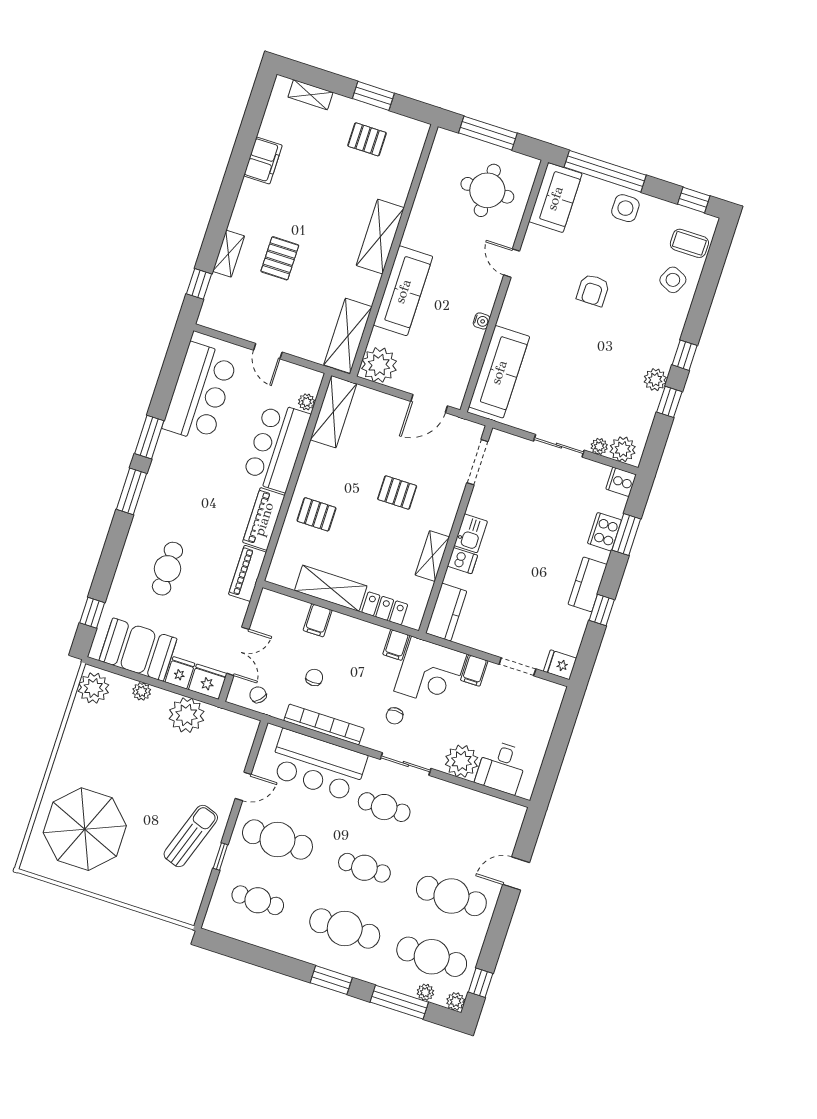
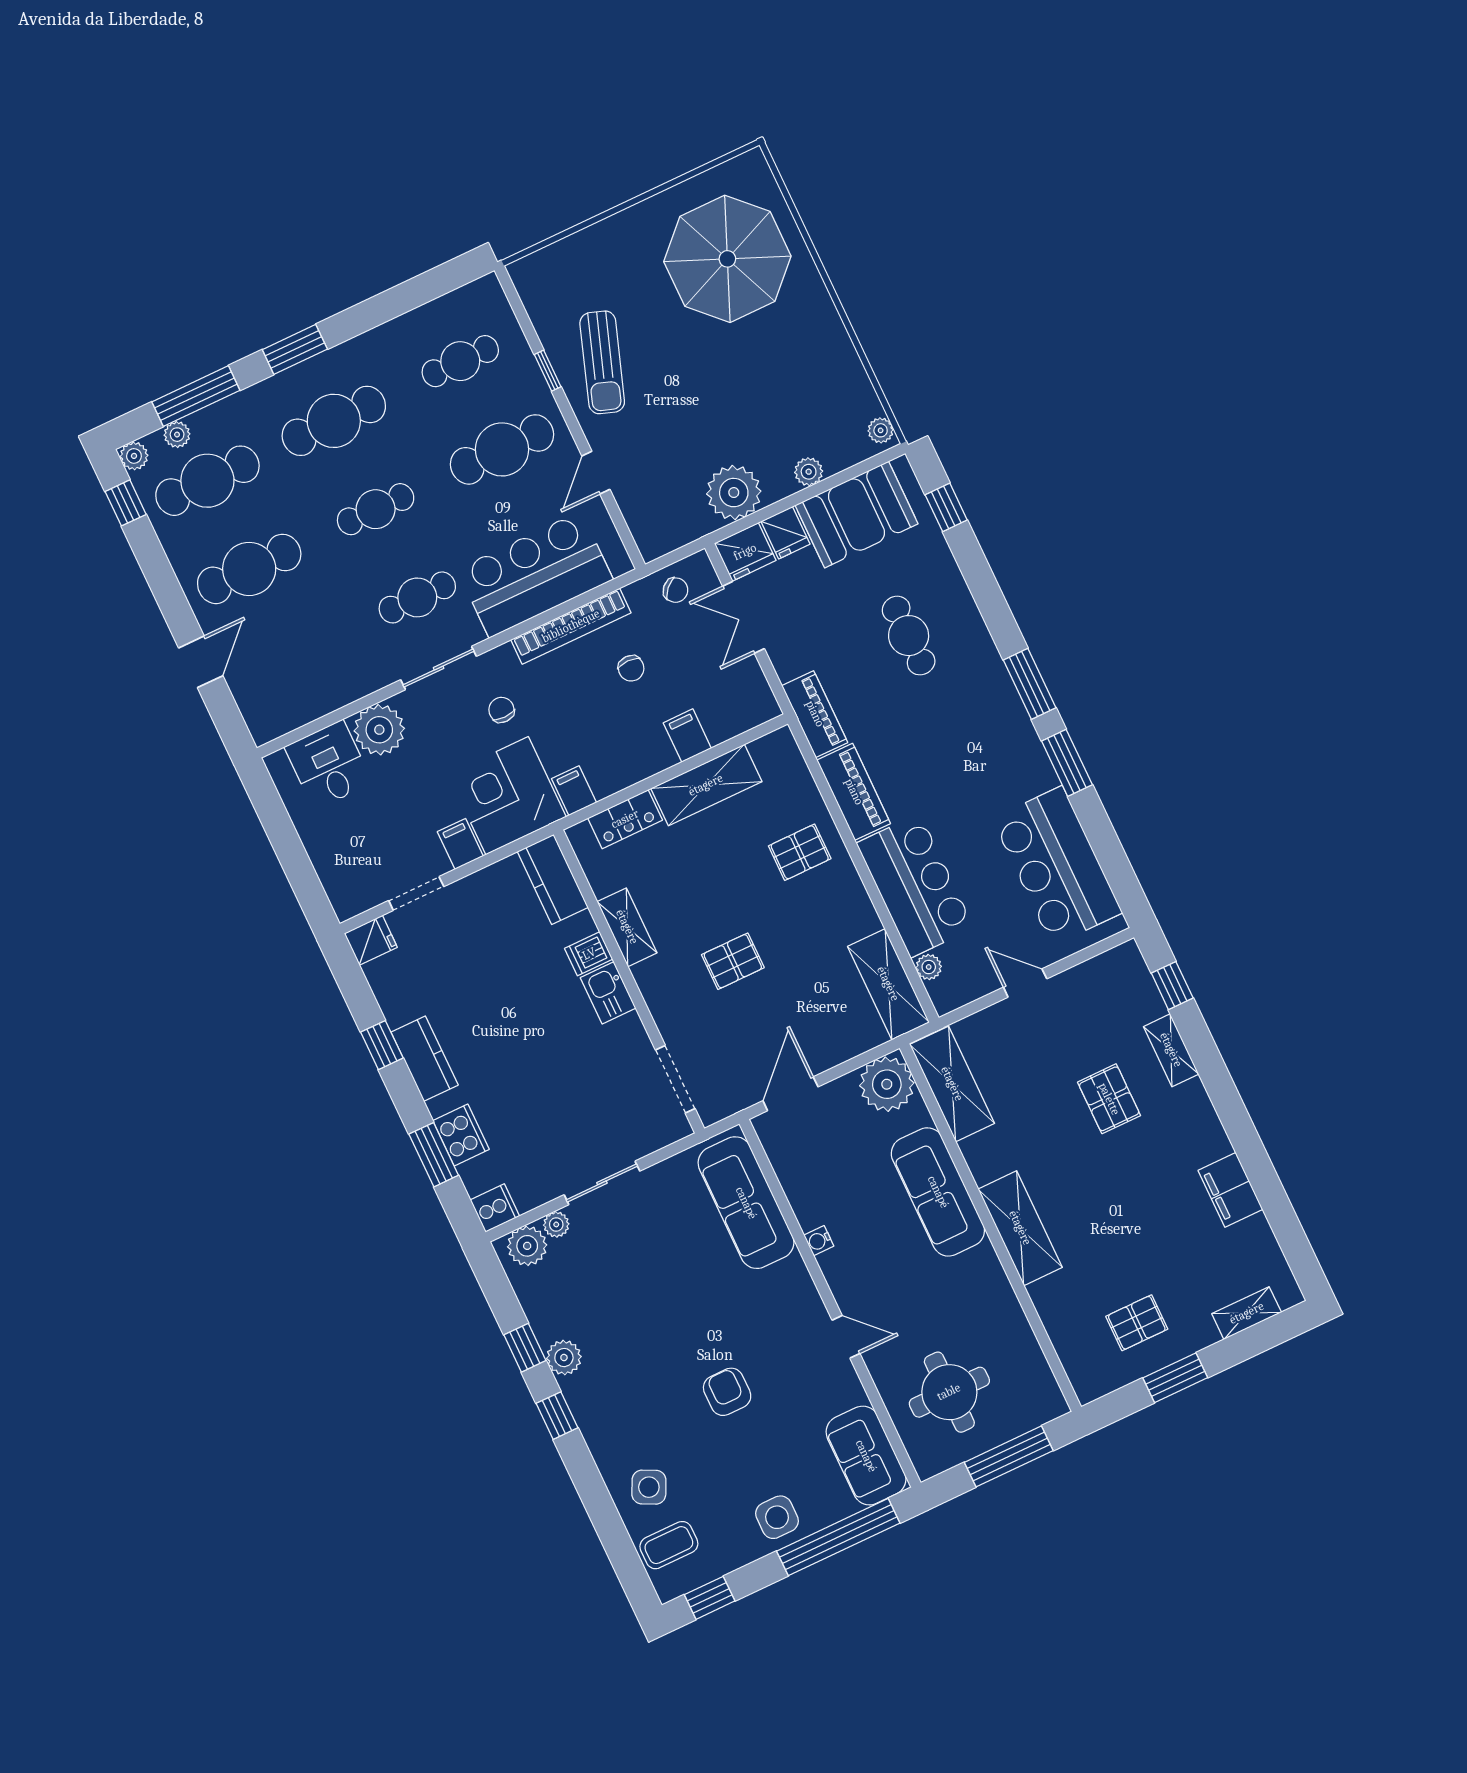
plant: (93, 688) -> (881, 430), width x0.53, depth x0.53

